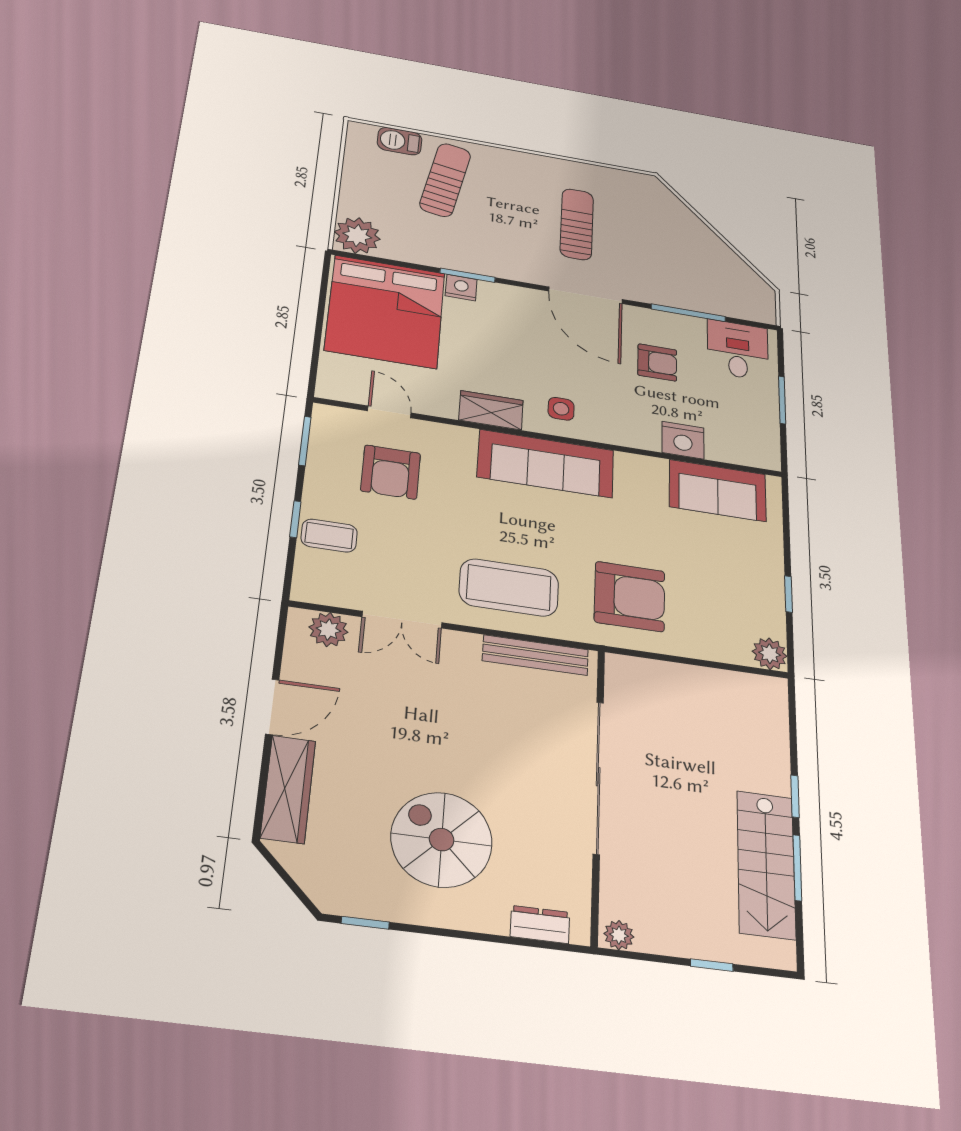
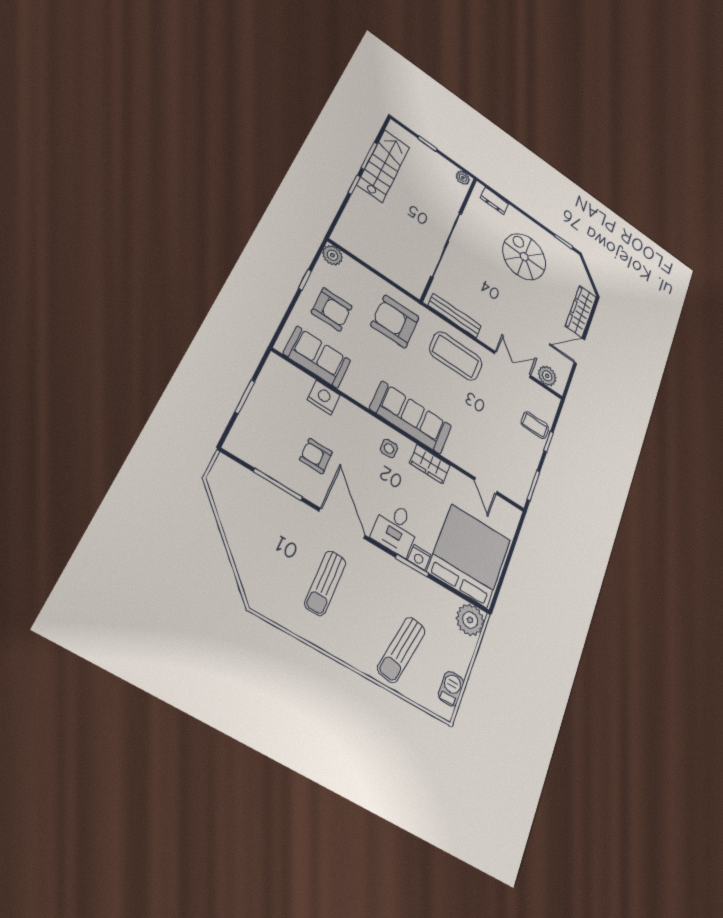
barbecue: (400, 141) -> (451, 689), moved, turned -90
desk: (738, 350) -> (396, 529), moved
armchair: (391, 472) -> (332, 309), moved, turned 90
spiral stairs: (442, 840) -> (524, 257), turned 180

